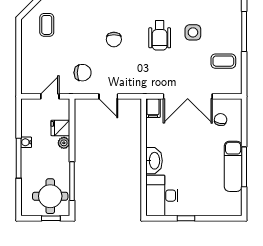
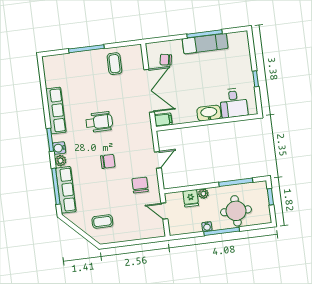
side table: (193, 32) -> (93, 93), removed
round table: (50, 196) -> (236, 211), moved
desk: (162, 196) -> (234, 103), width x0.73

